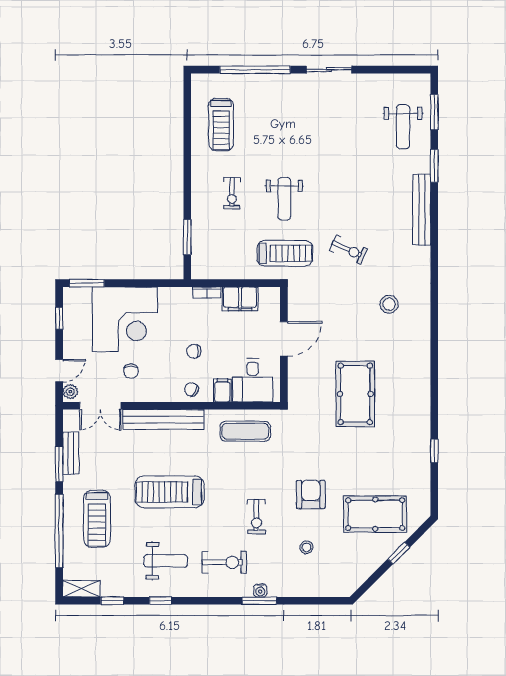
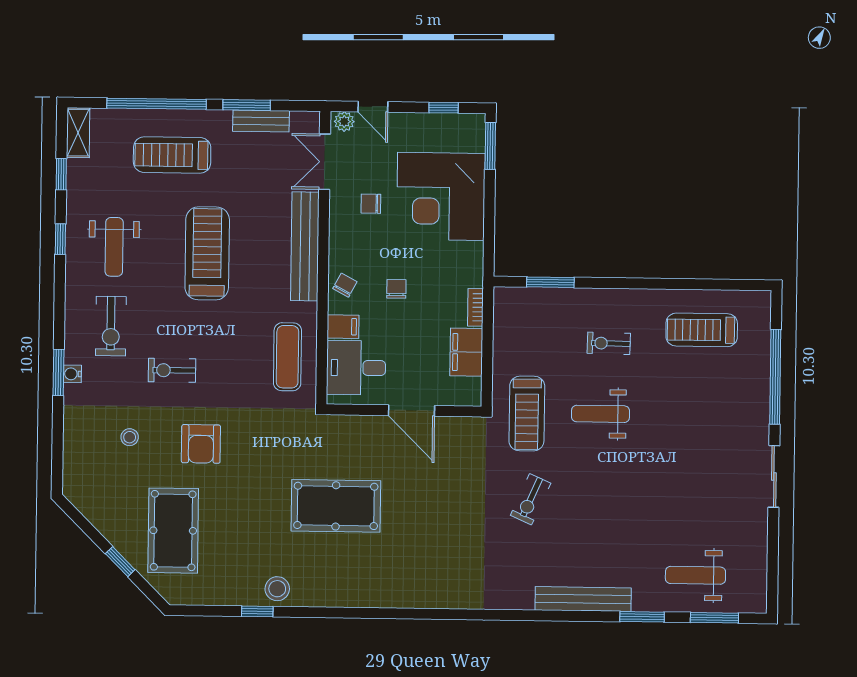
stool: (389, 304) -> (277, 589), moved
armchair: (311, 494) -> (201, 444), turned 90

